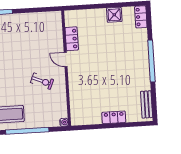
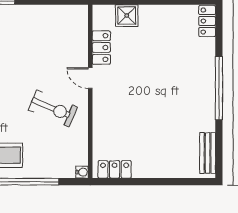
shower: (114, 15) -> (127, 16), moved
exercise bike: (42, 81) -> (53, 108), width x1.38, depth x1.39
locker: (114, 117) -> (115, 169), moved

